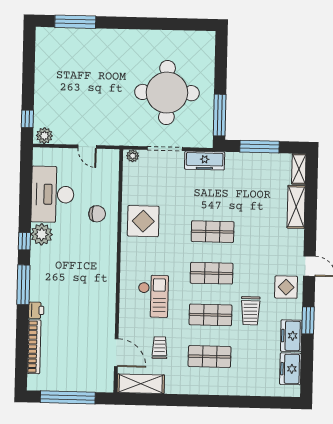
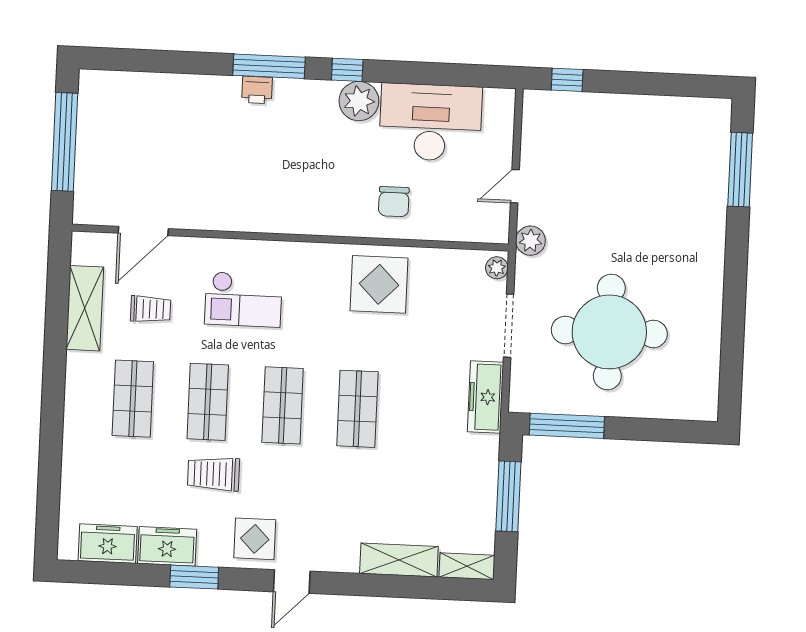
plant: (44, 136) -> (530, 241), moved
printer: (36, 310) -> (257, 90), moved
bookcase: (34, 347) -> (157, 83), removed
shelving: (141, 384) -> (85, 308), moved

